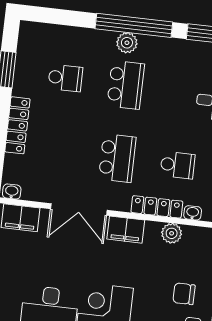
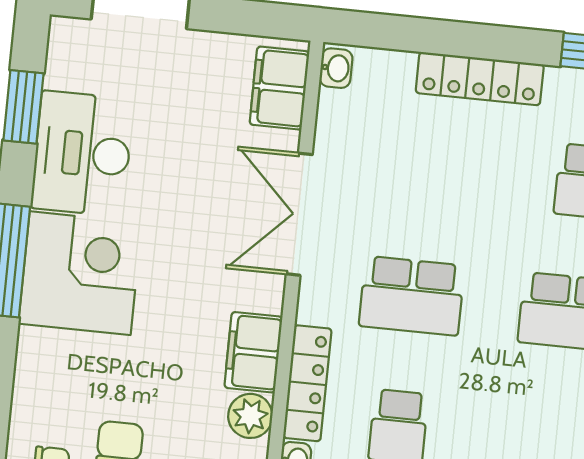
filing cabinet: (126, 230) -> (253, 352), moved

